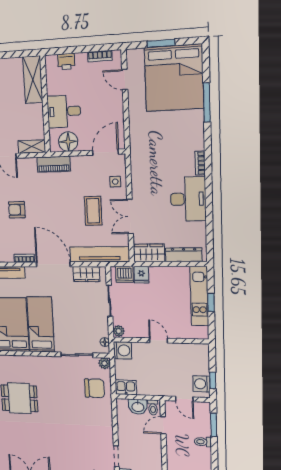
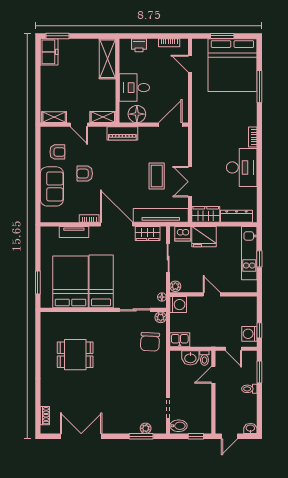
side table: (115, 182) -> (178, 151), removed
fridge: (141, 275) -> (204, 237), width x1.88, depth x1.34
chair: (95, 388) -> (150, 342), turned 93

